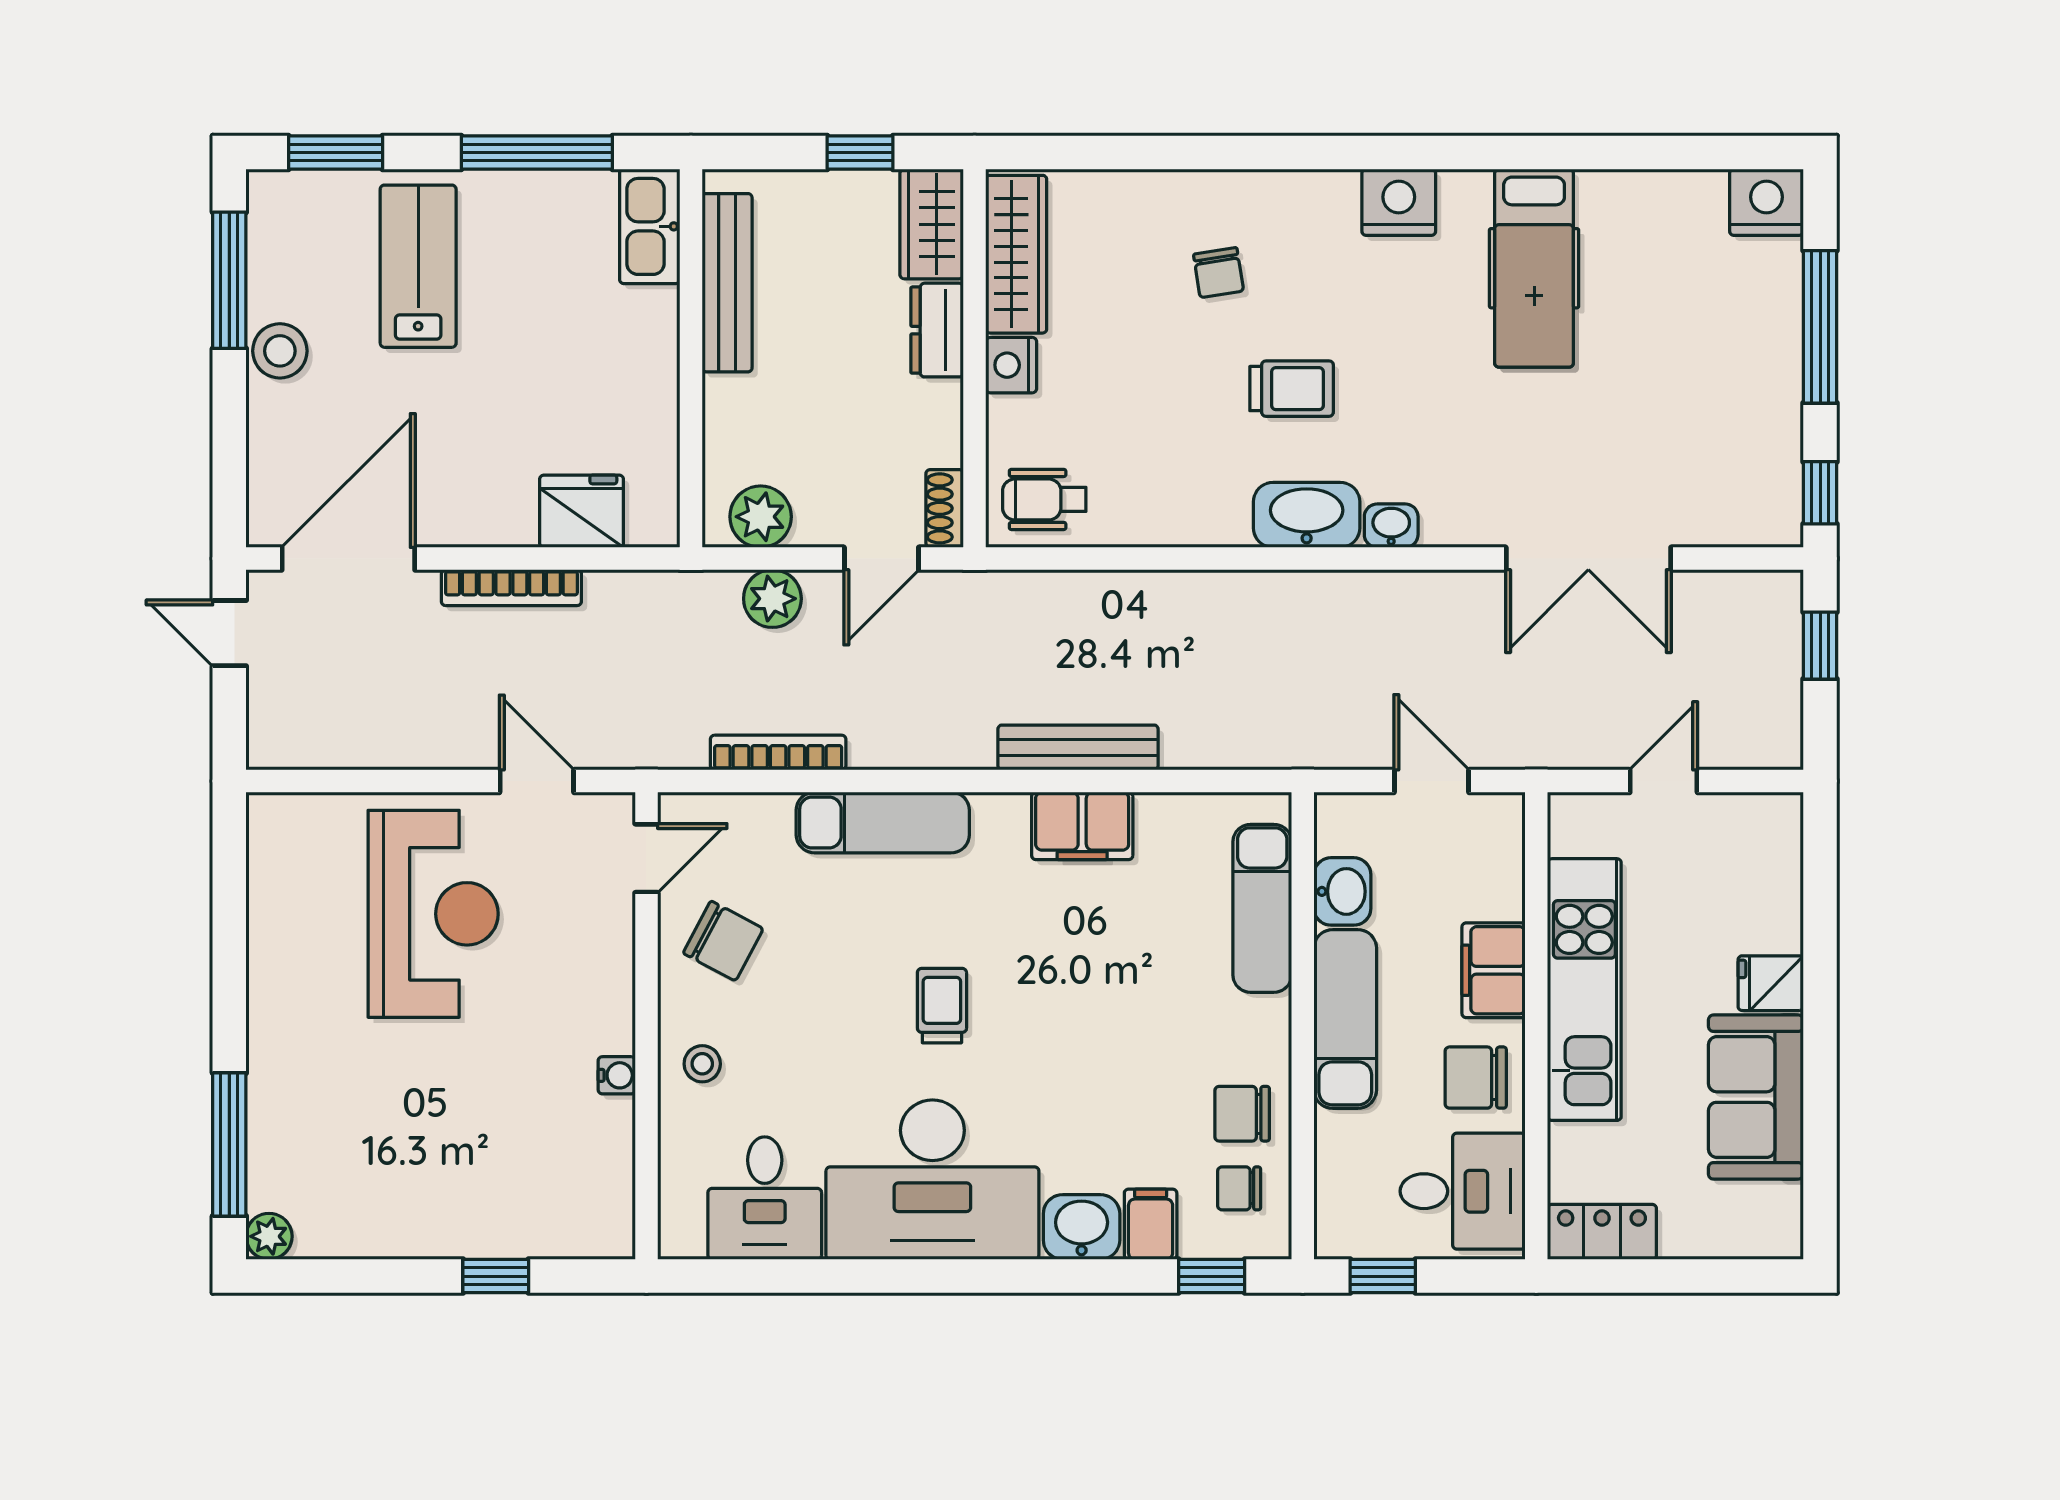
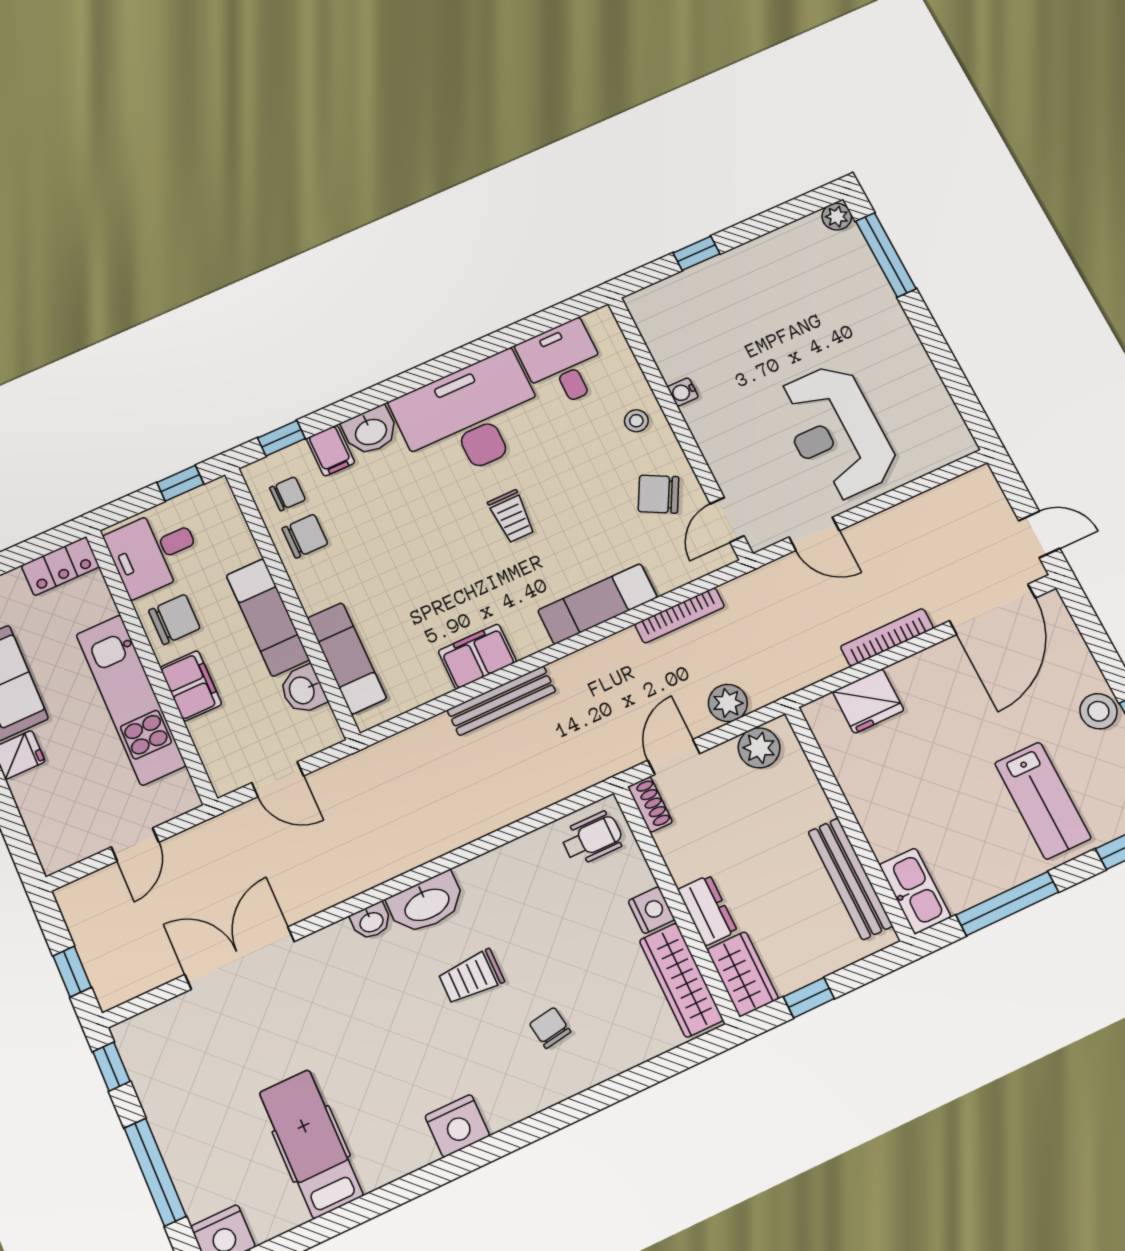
hospital bed: (1534, 268) -> (311, 1144), moved

